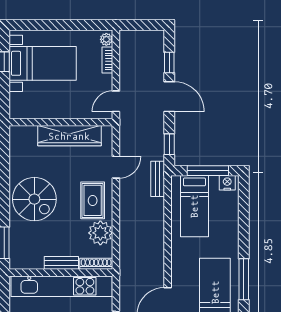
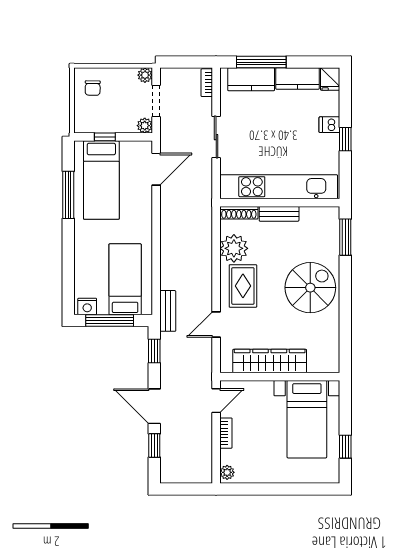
bookcase: (107, 60) -> (226, 433), moved
bed with nightstands: (43, 63) -> (307, 419), moved, turned -90
spiral stairs: (34, 199) -> (310, 288), turned 90

